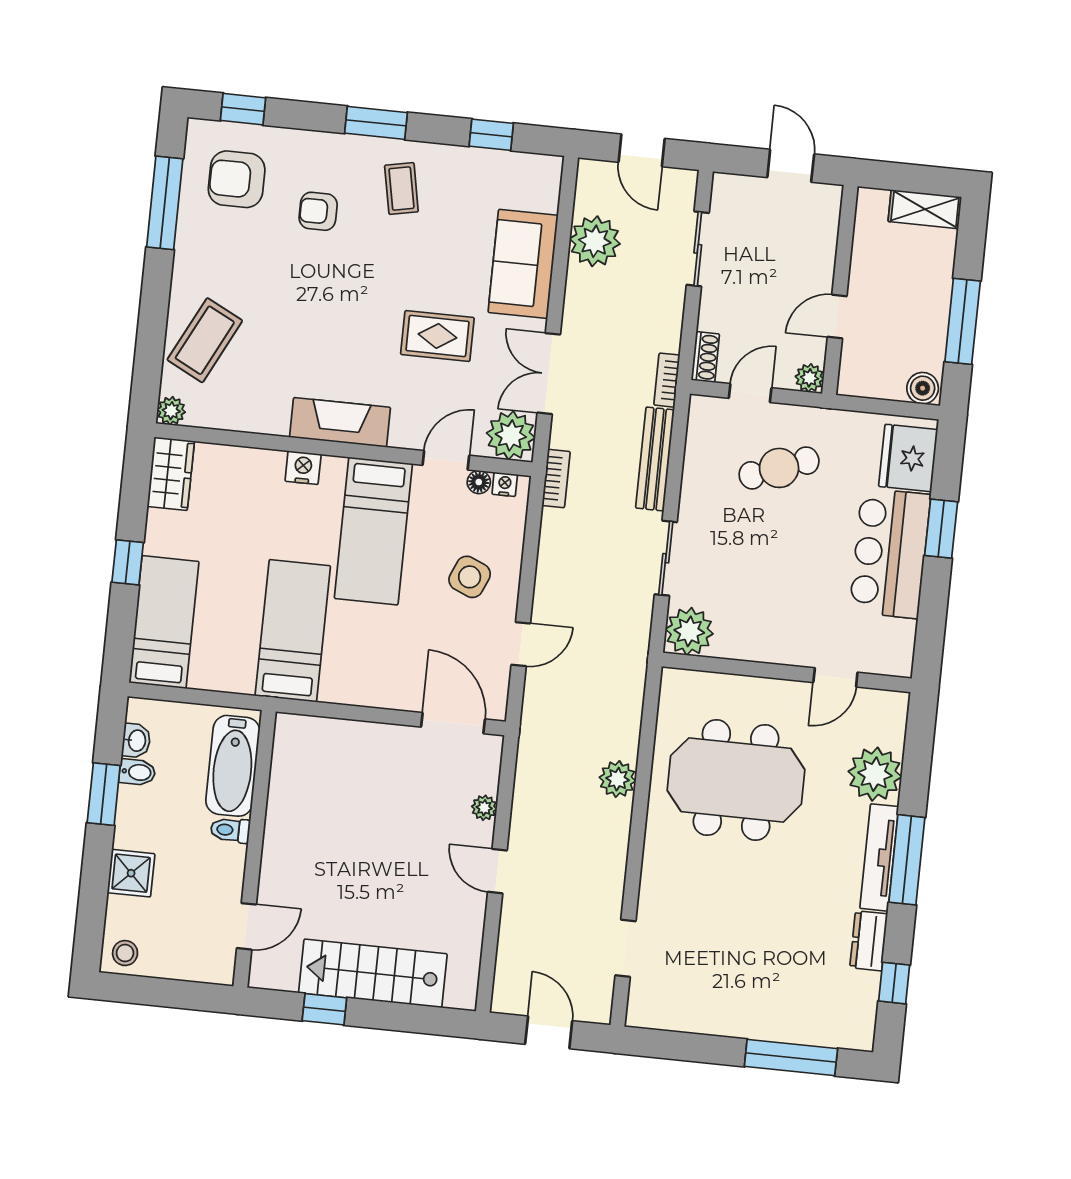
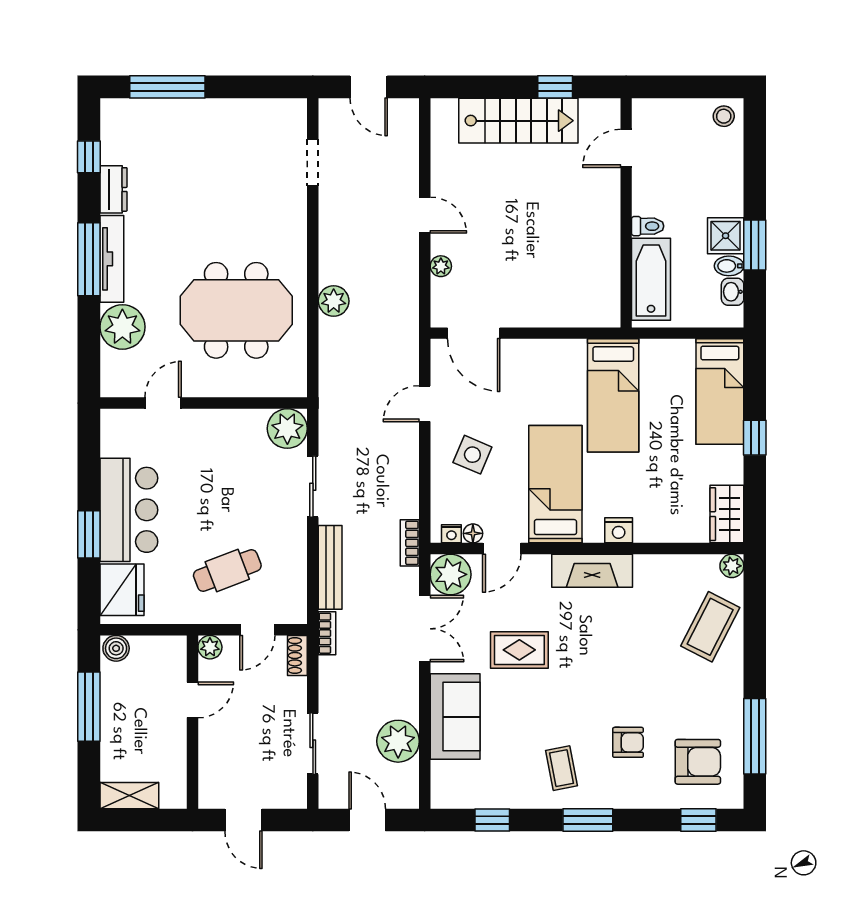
shower: (131, 873) -> (726, 236), moved

